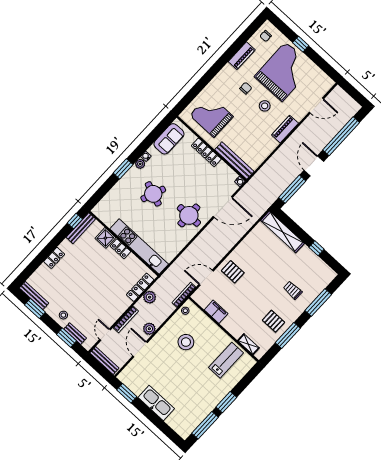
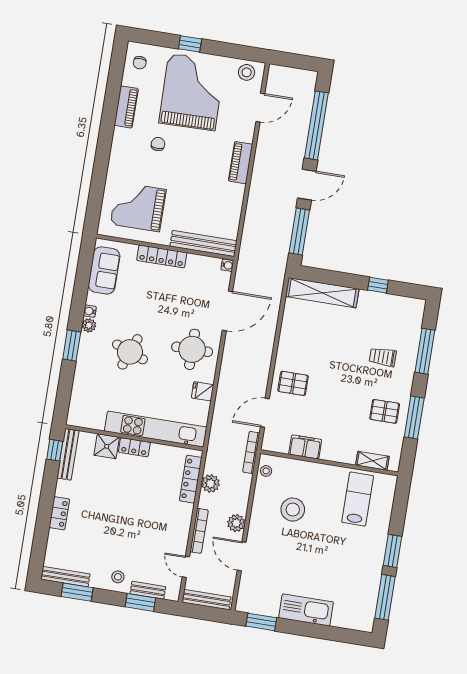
stool: (265, 106) -> (247, 72), moved
door: (314, 166) -> (307, 185), swing flipped
fridge: (179, 243) -> (203, 391), added

